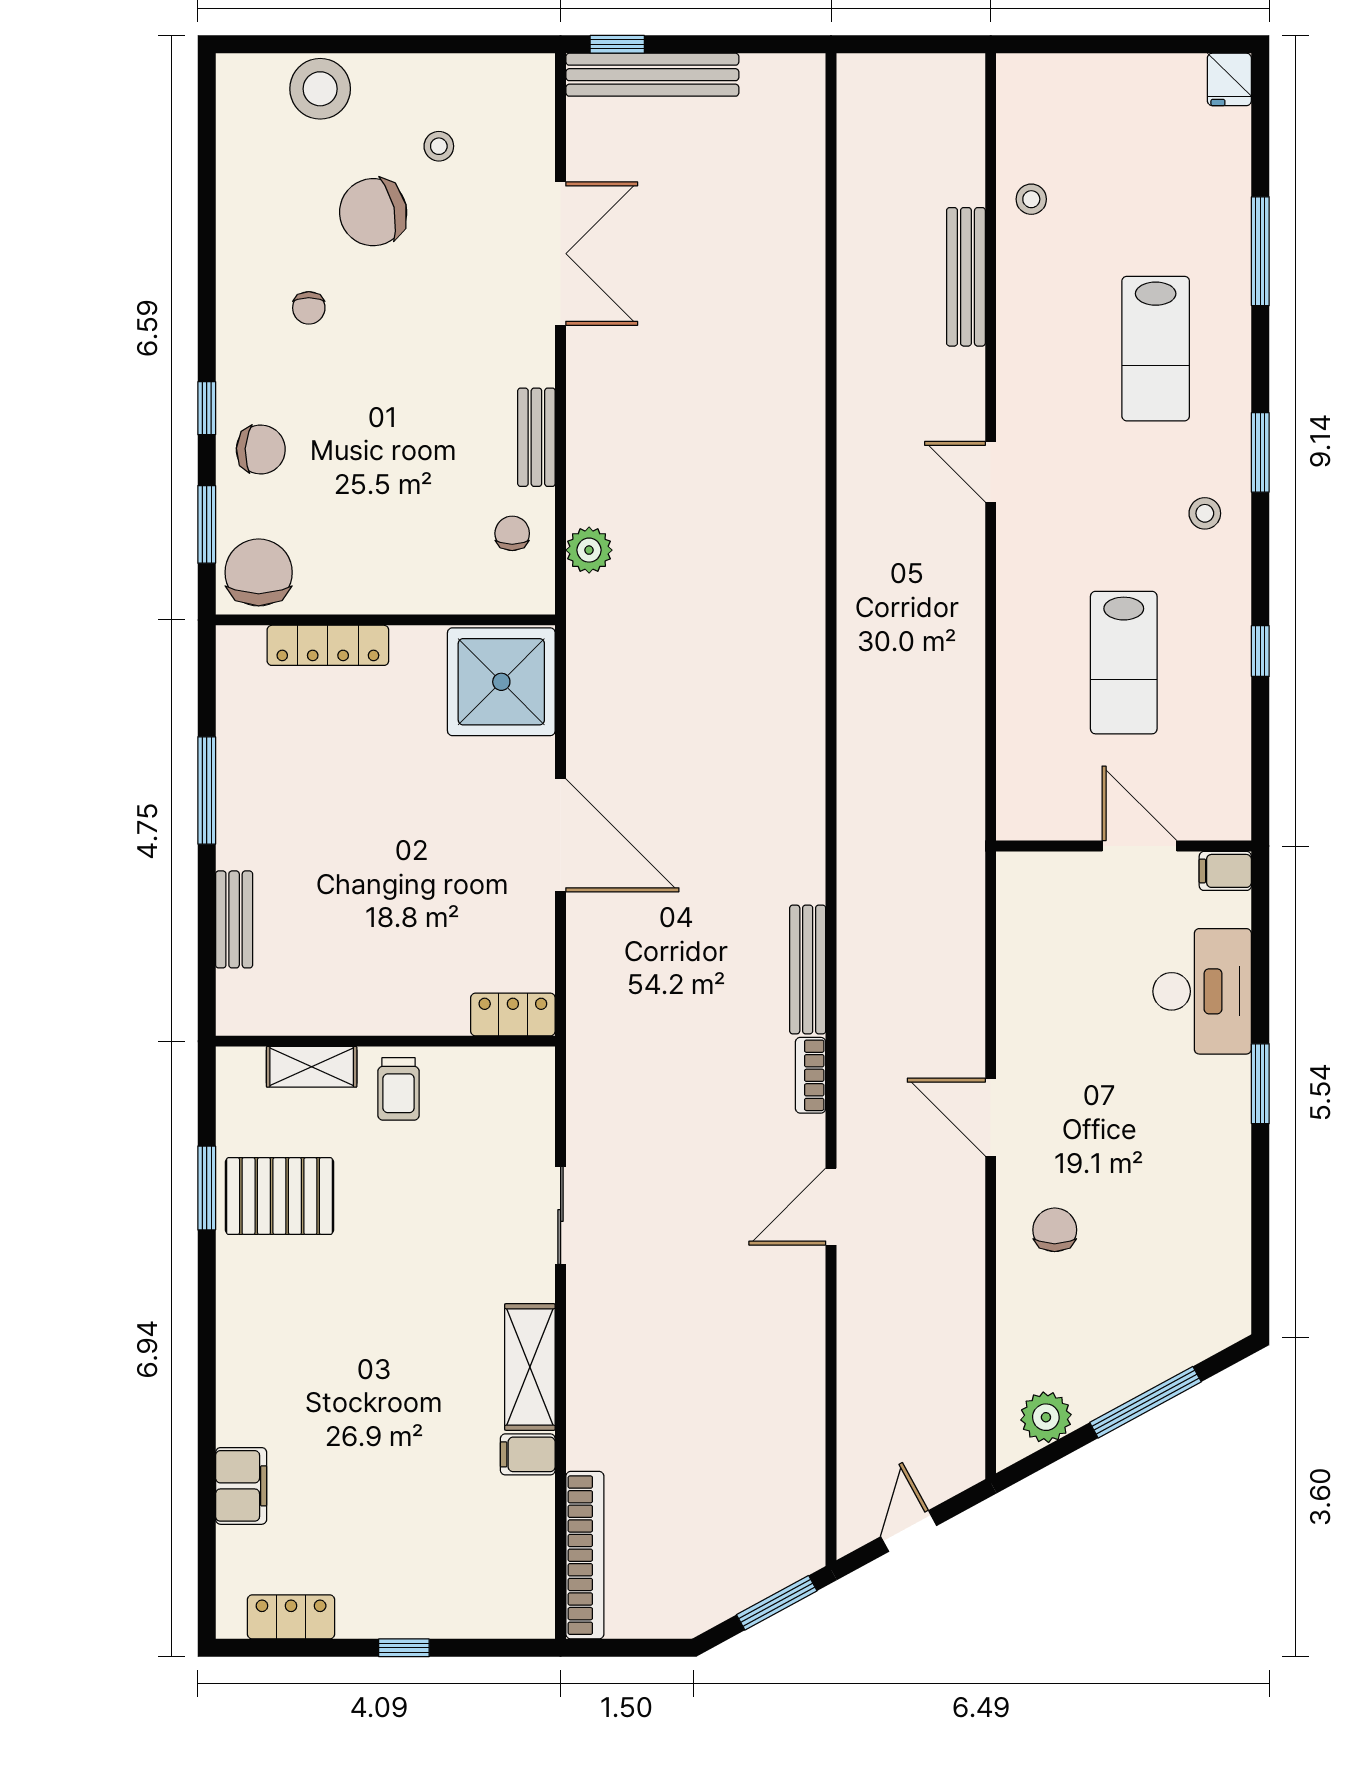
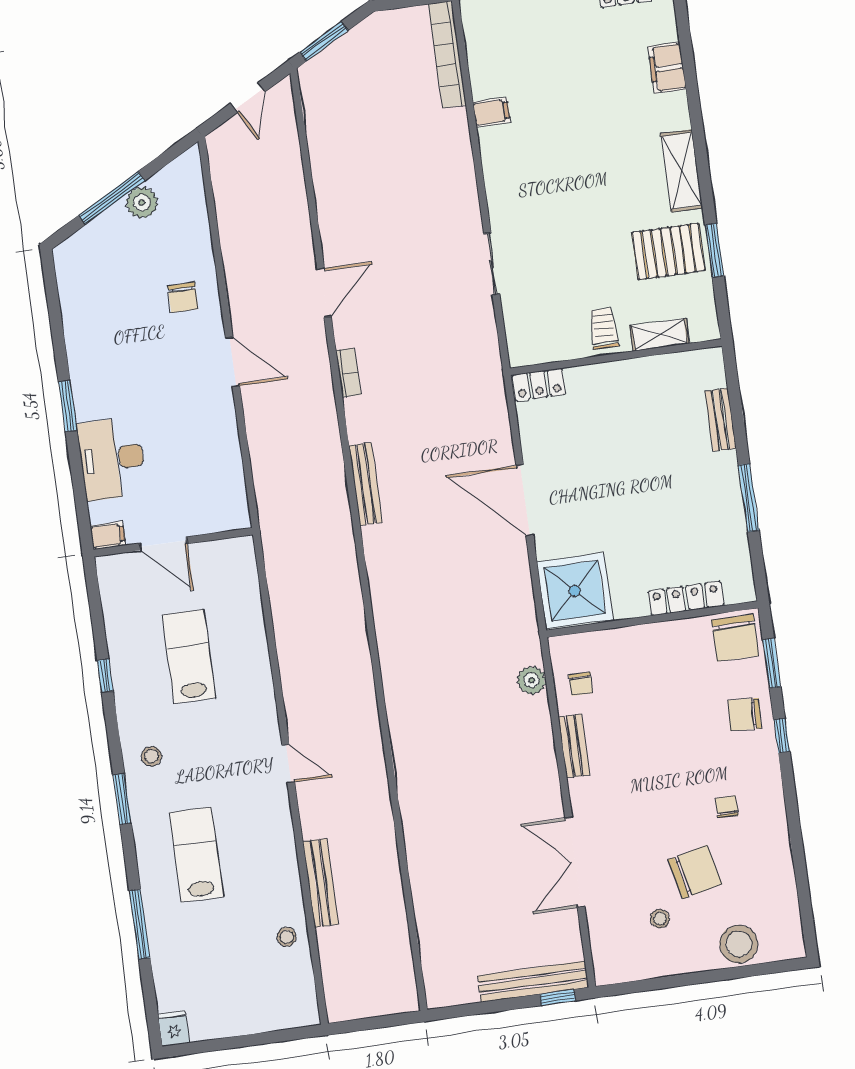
bench: (808, 969) -> (366, 484), moved
shelving: (530, 1367) -> (682, 171), moved
plant: (1046, 1417) -> (142, 203), moved

